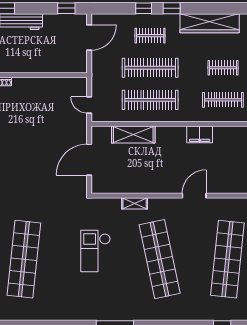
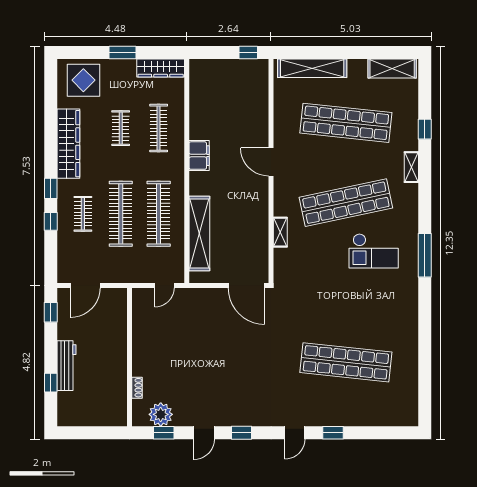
door: (89, 38) -> (85, 286), swing flipped
shelving: (133, 135) -> (199, 234), width x1.47
door: (89, 160) -> (246, 286), moved
checkout: (95, 251) -> (374, 251), moved
shelving: (190, 315) -> (411, 167), added

